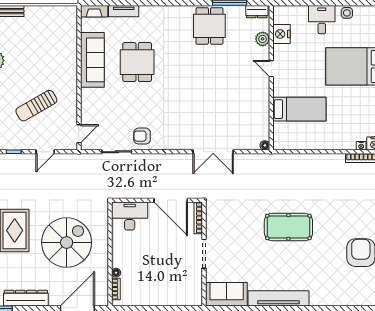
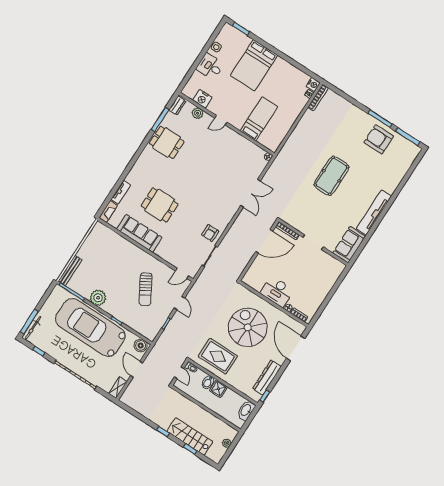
door: (79, 134) -> (182, 273), swing flipped
desk: (130, 216) -> (277, 291), moved, turned -90

